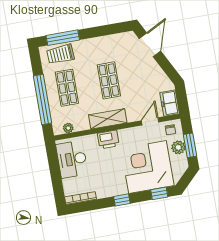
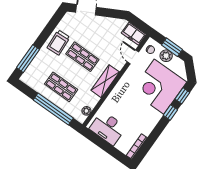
trolley: (60, 54) -> (58, 43), moved
printer: (108, 139) -> (118, 94), removed
window: (122, 200) -> (170, 112), moved

